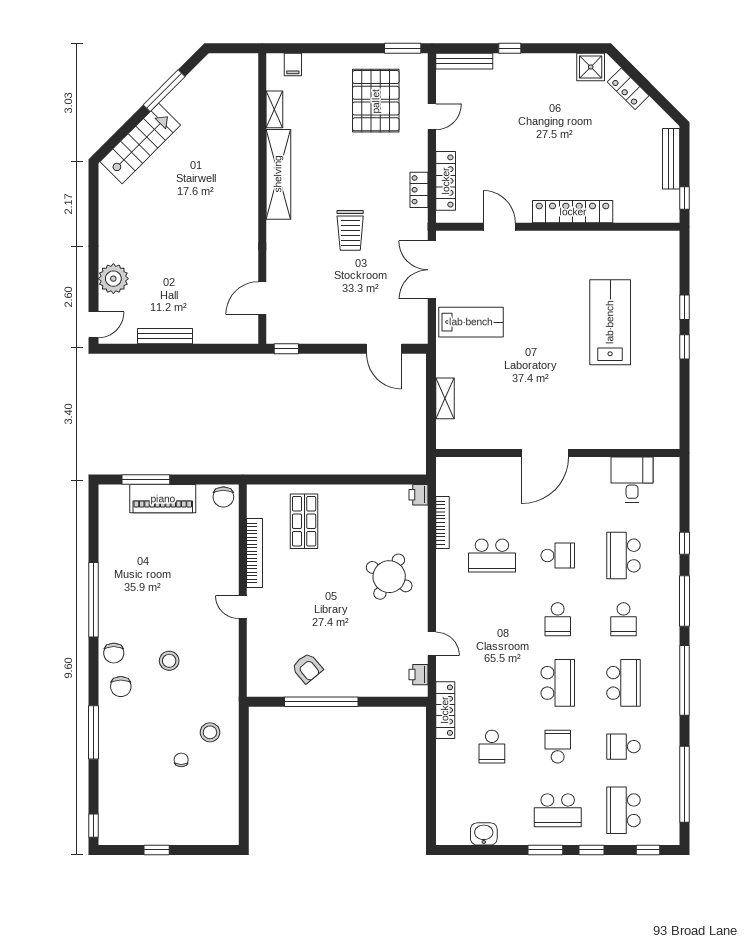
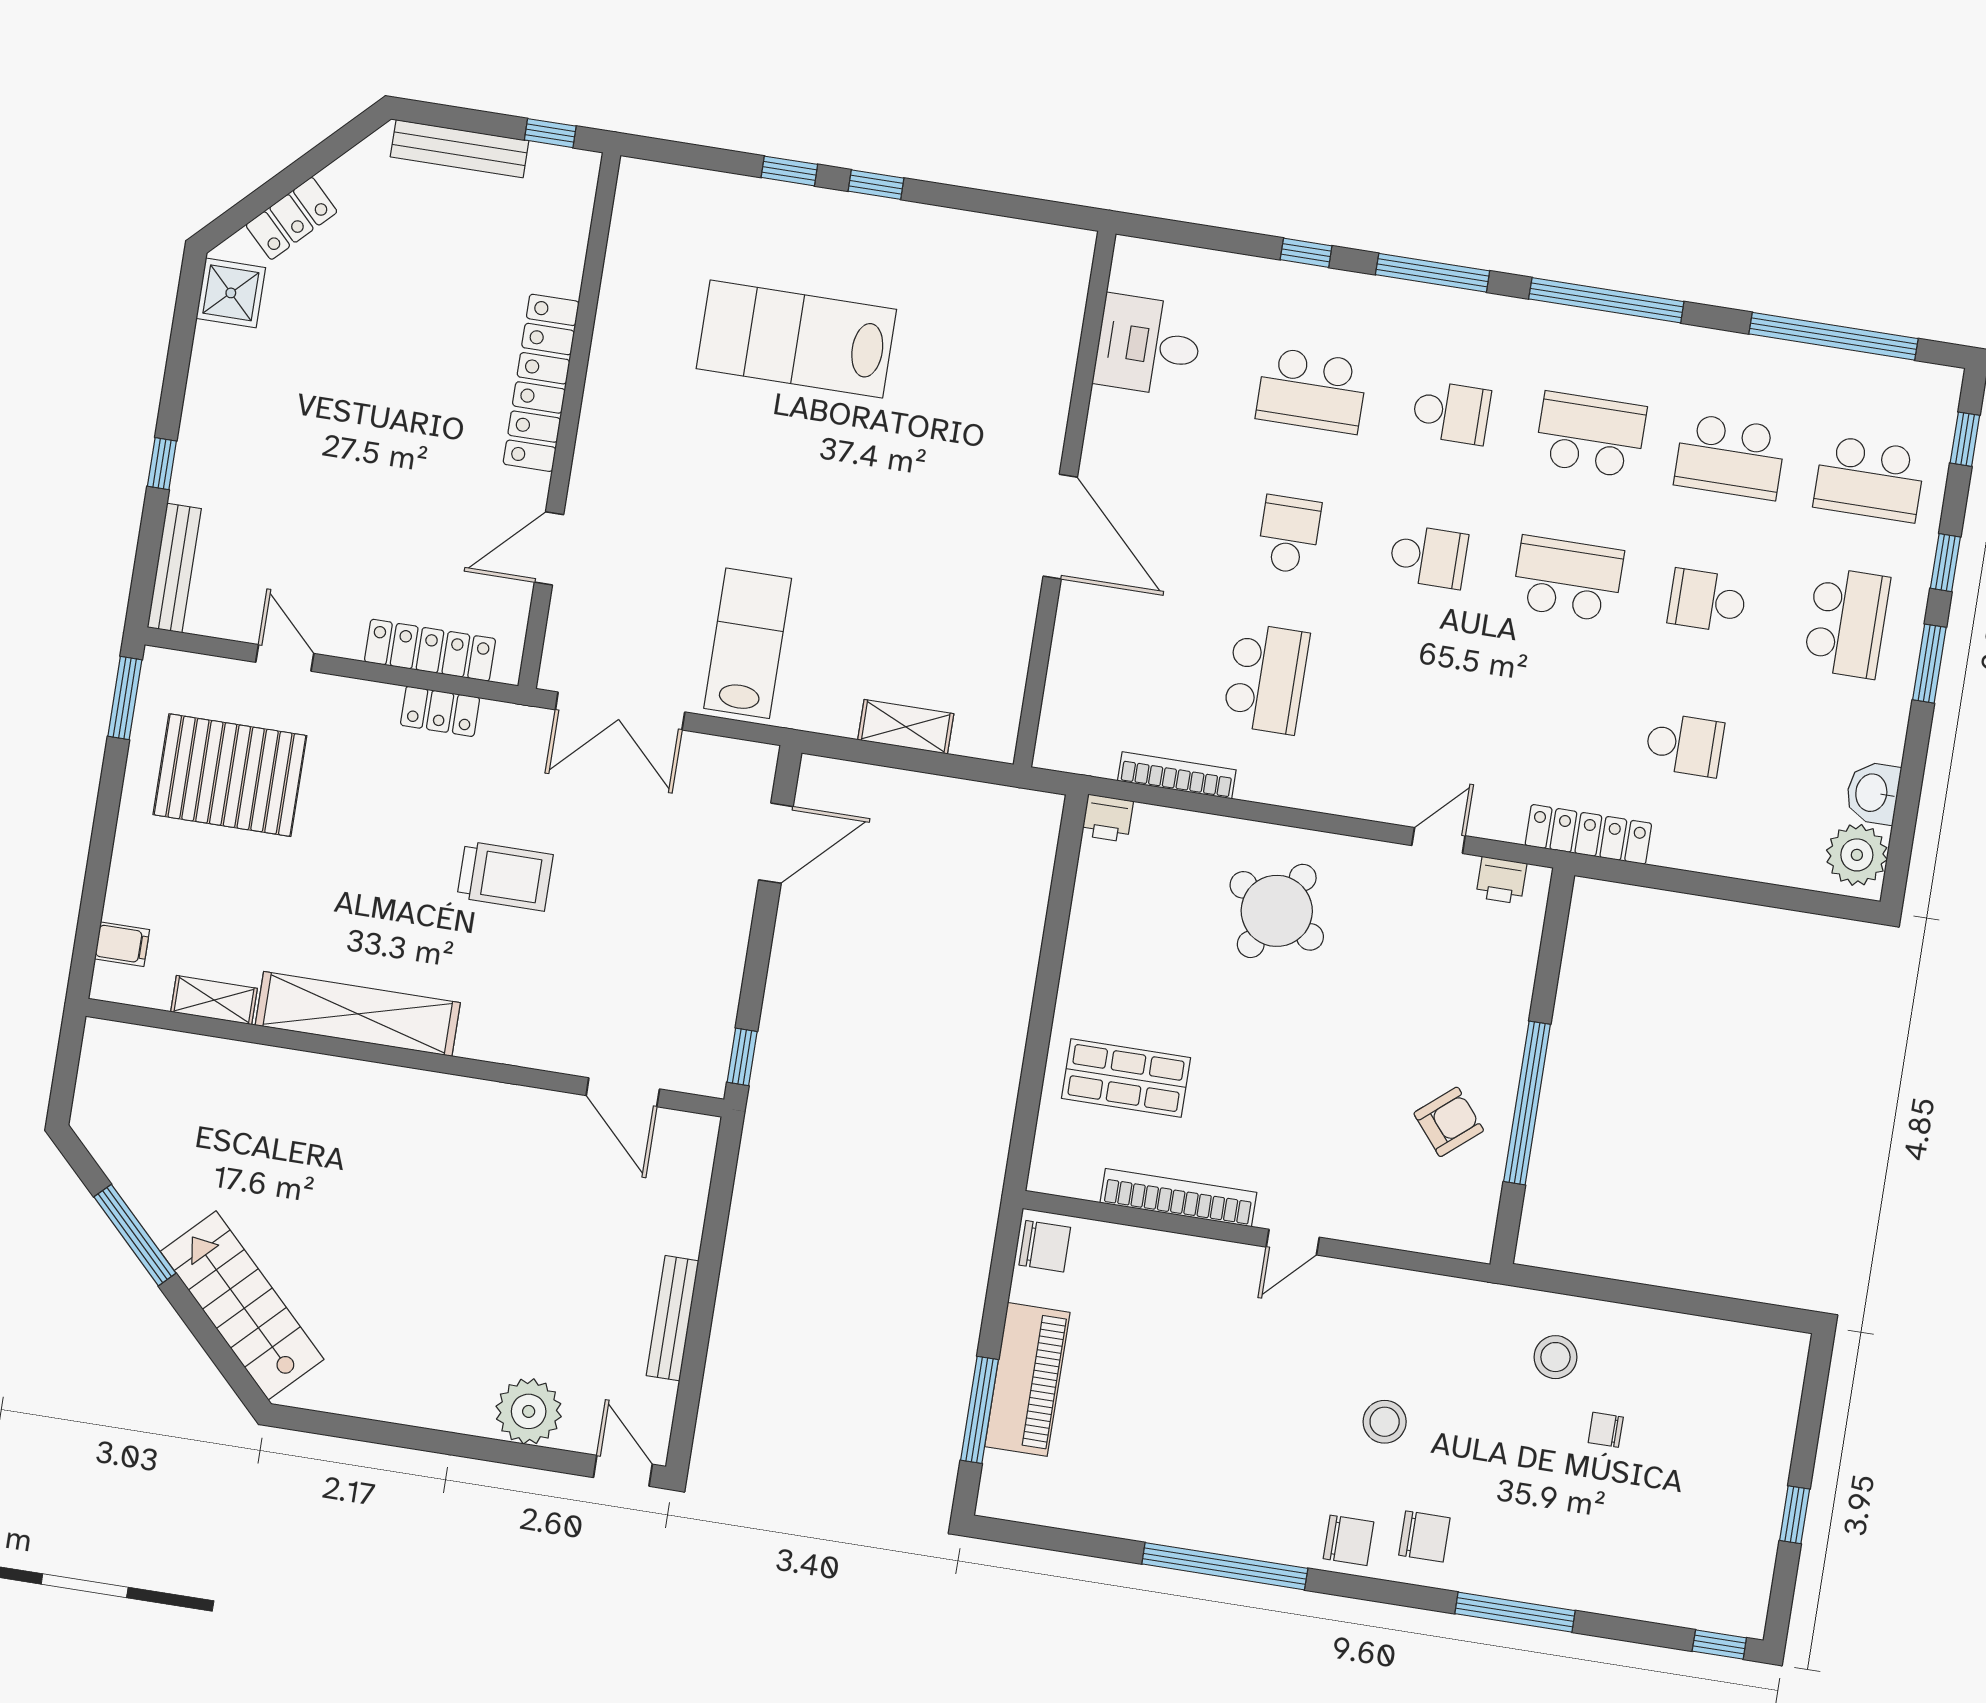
school desk: (623, 747) -> (1730, 457), width x1.85
plant: (455, 831) -> (1857, 855), added

